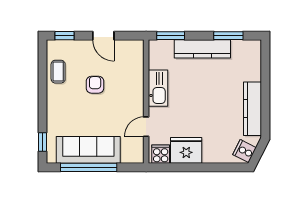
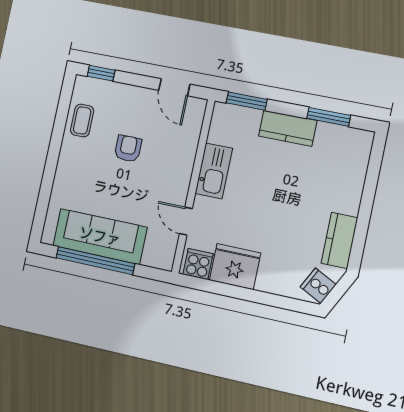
door: (103, 36) -> (174, 87), moved
kitchen counter: (202, 49) -> (288, 128), width x0.67
kitchen counter: (252, 109) -> (340, 240), width x0.67
door: (146, 127) -> (186, 221), hinge flipped
window: (43, 142) -> (41, 212), removed

